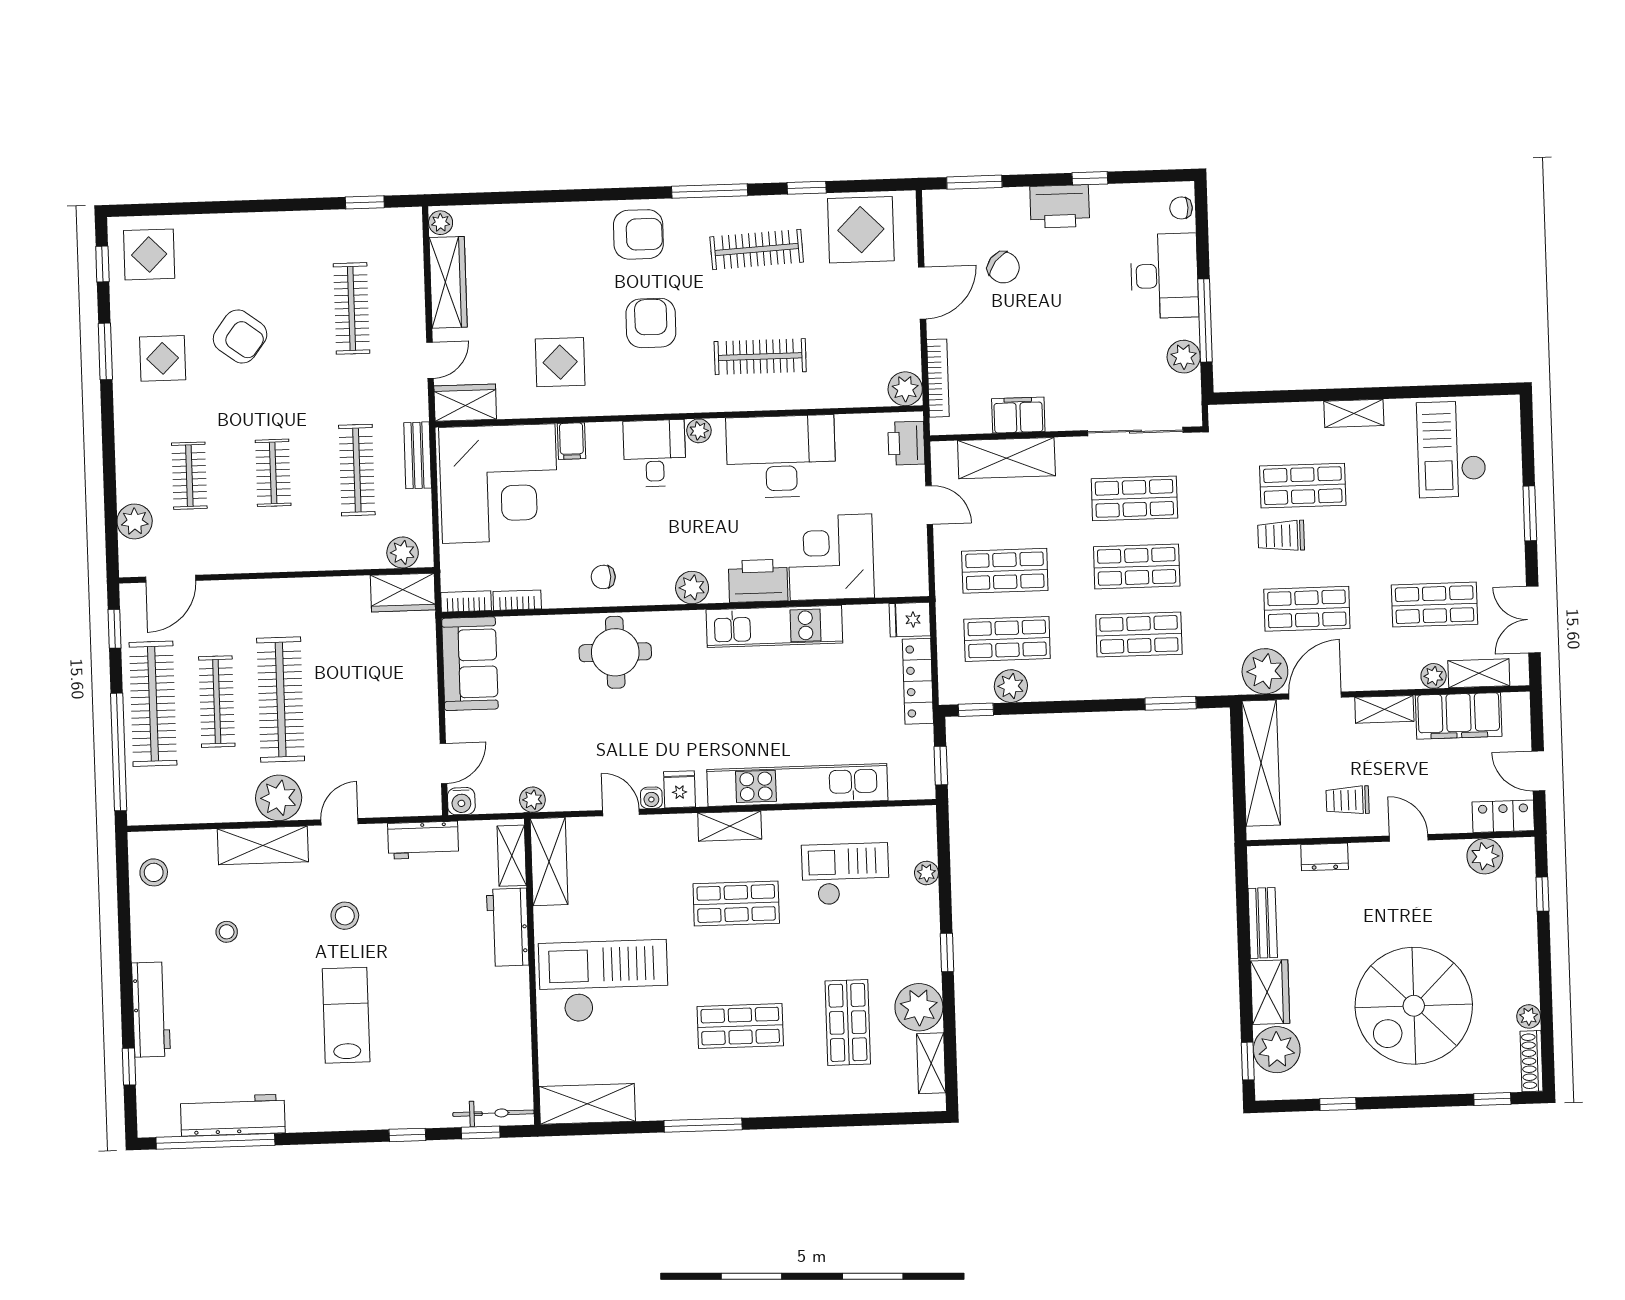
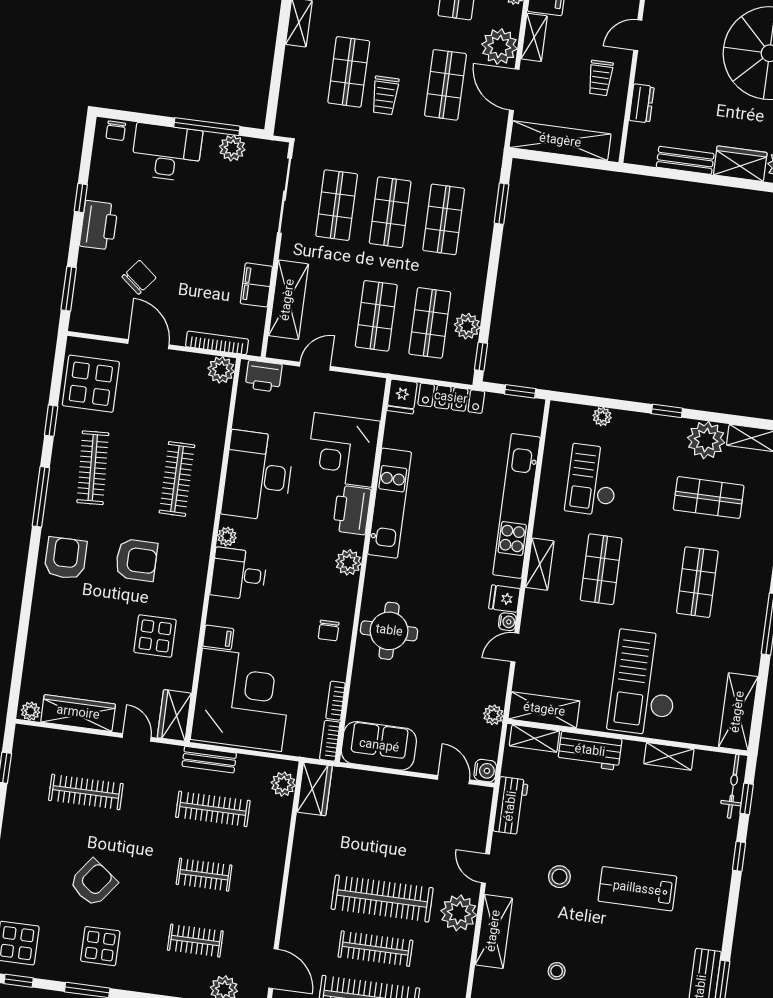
armchair: (651, 323) -> (136, 560), turned 180
plant: (1265, 671) -> (499, 46), moved
shelving: (517, 1027) -> (669, 756), added

